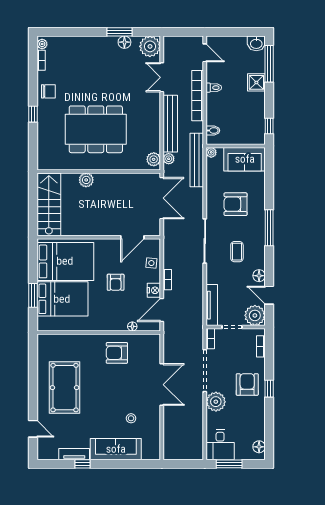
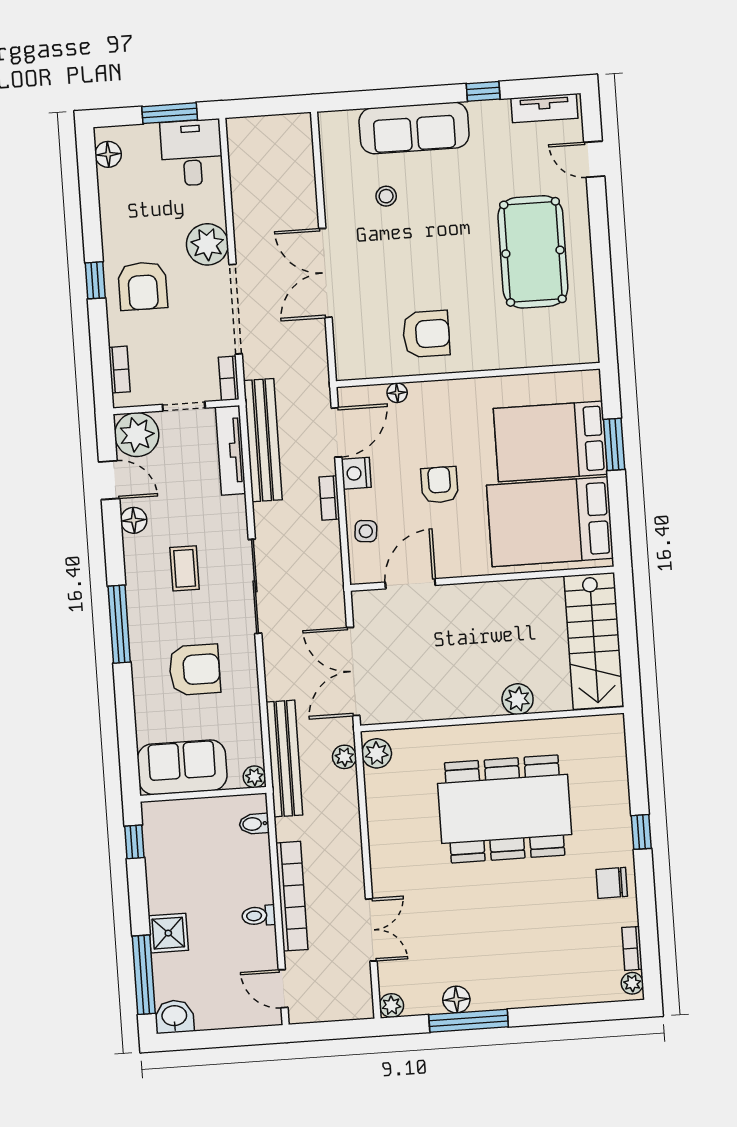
window: (119, 32) -> (469, 1021), width x1.44
plant: (150, 46) -> (391, 1005), width x0.53, depth x0.53
bench: (170, 124) -> (263, 440), moved
tv unit: (74, 454) -> (544, 108), moved

